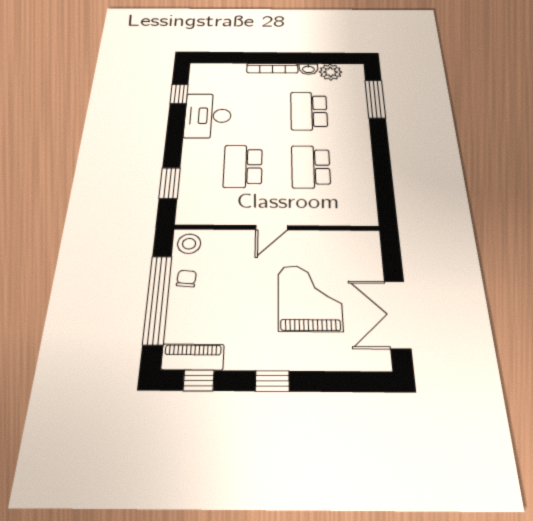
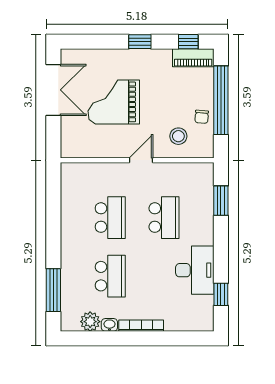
stool: (189, 244) -> (178, 136), moved
grand piano: (310, 298) -> (114, 102), turned 90

